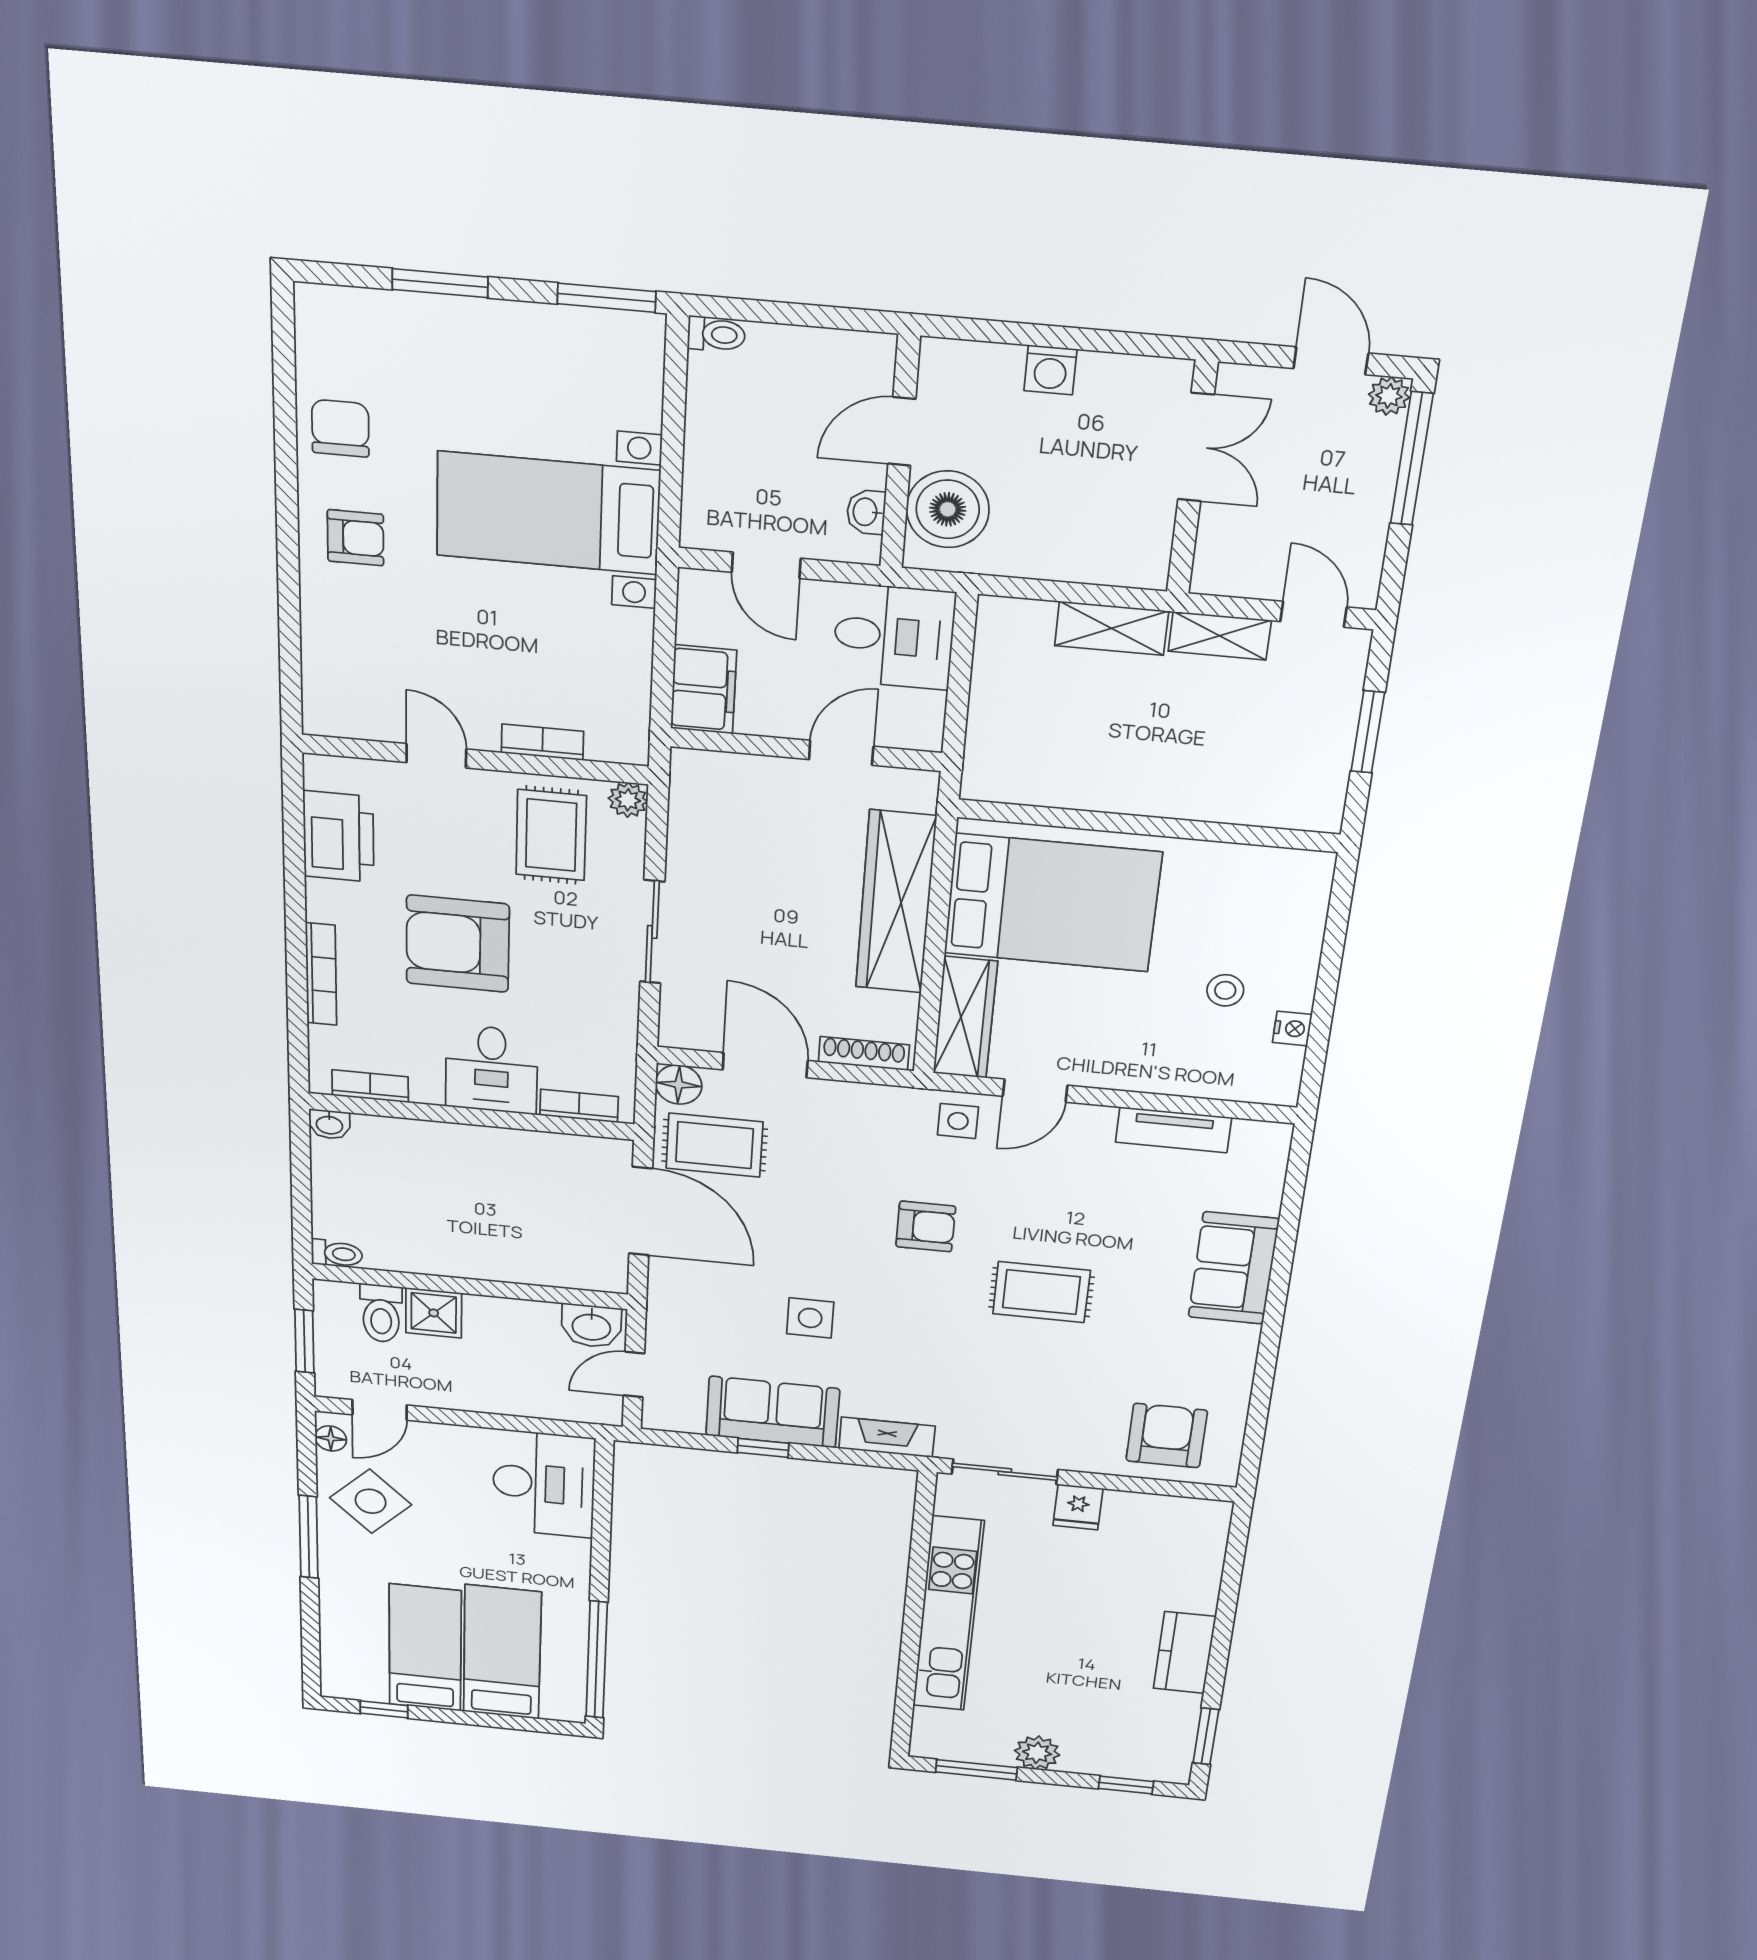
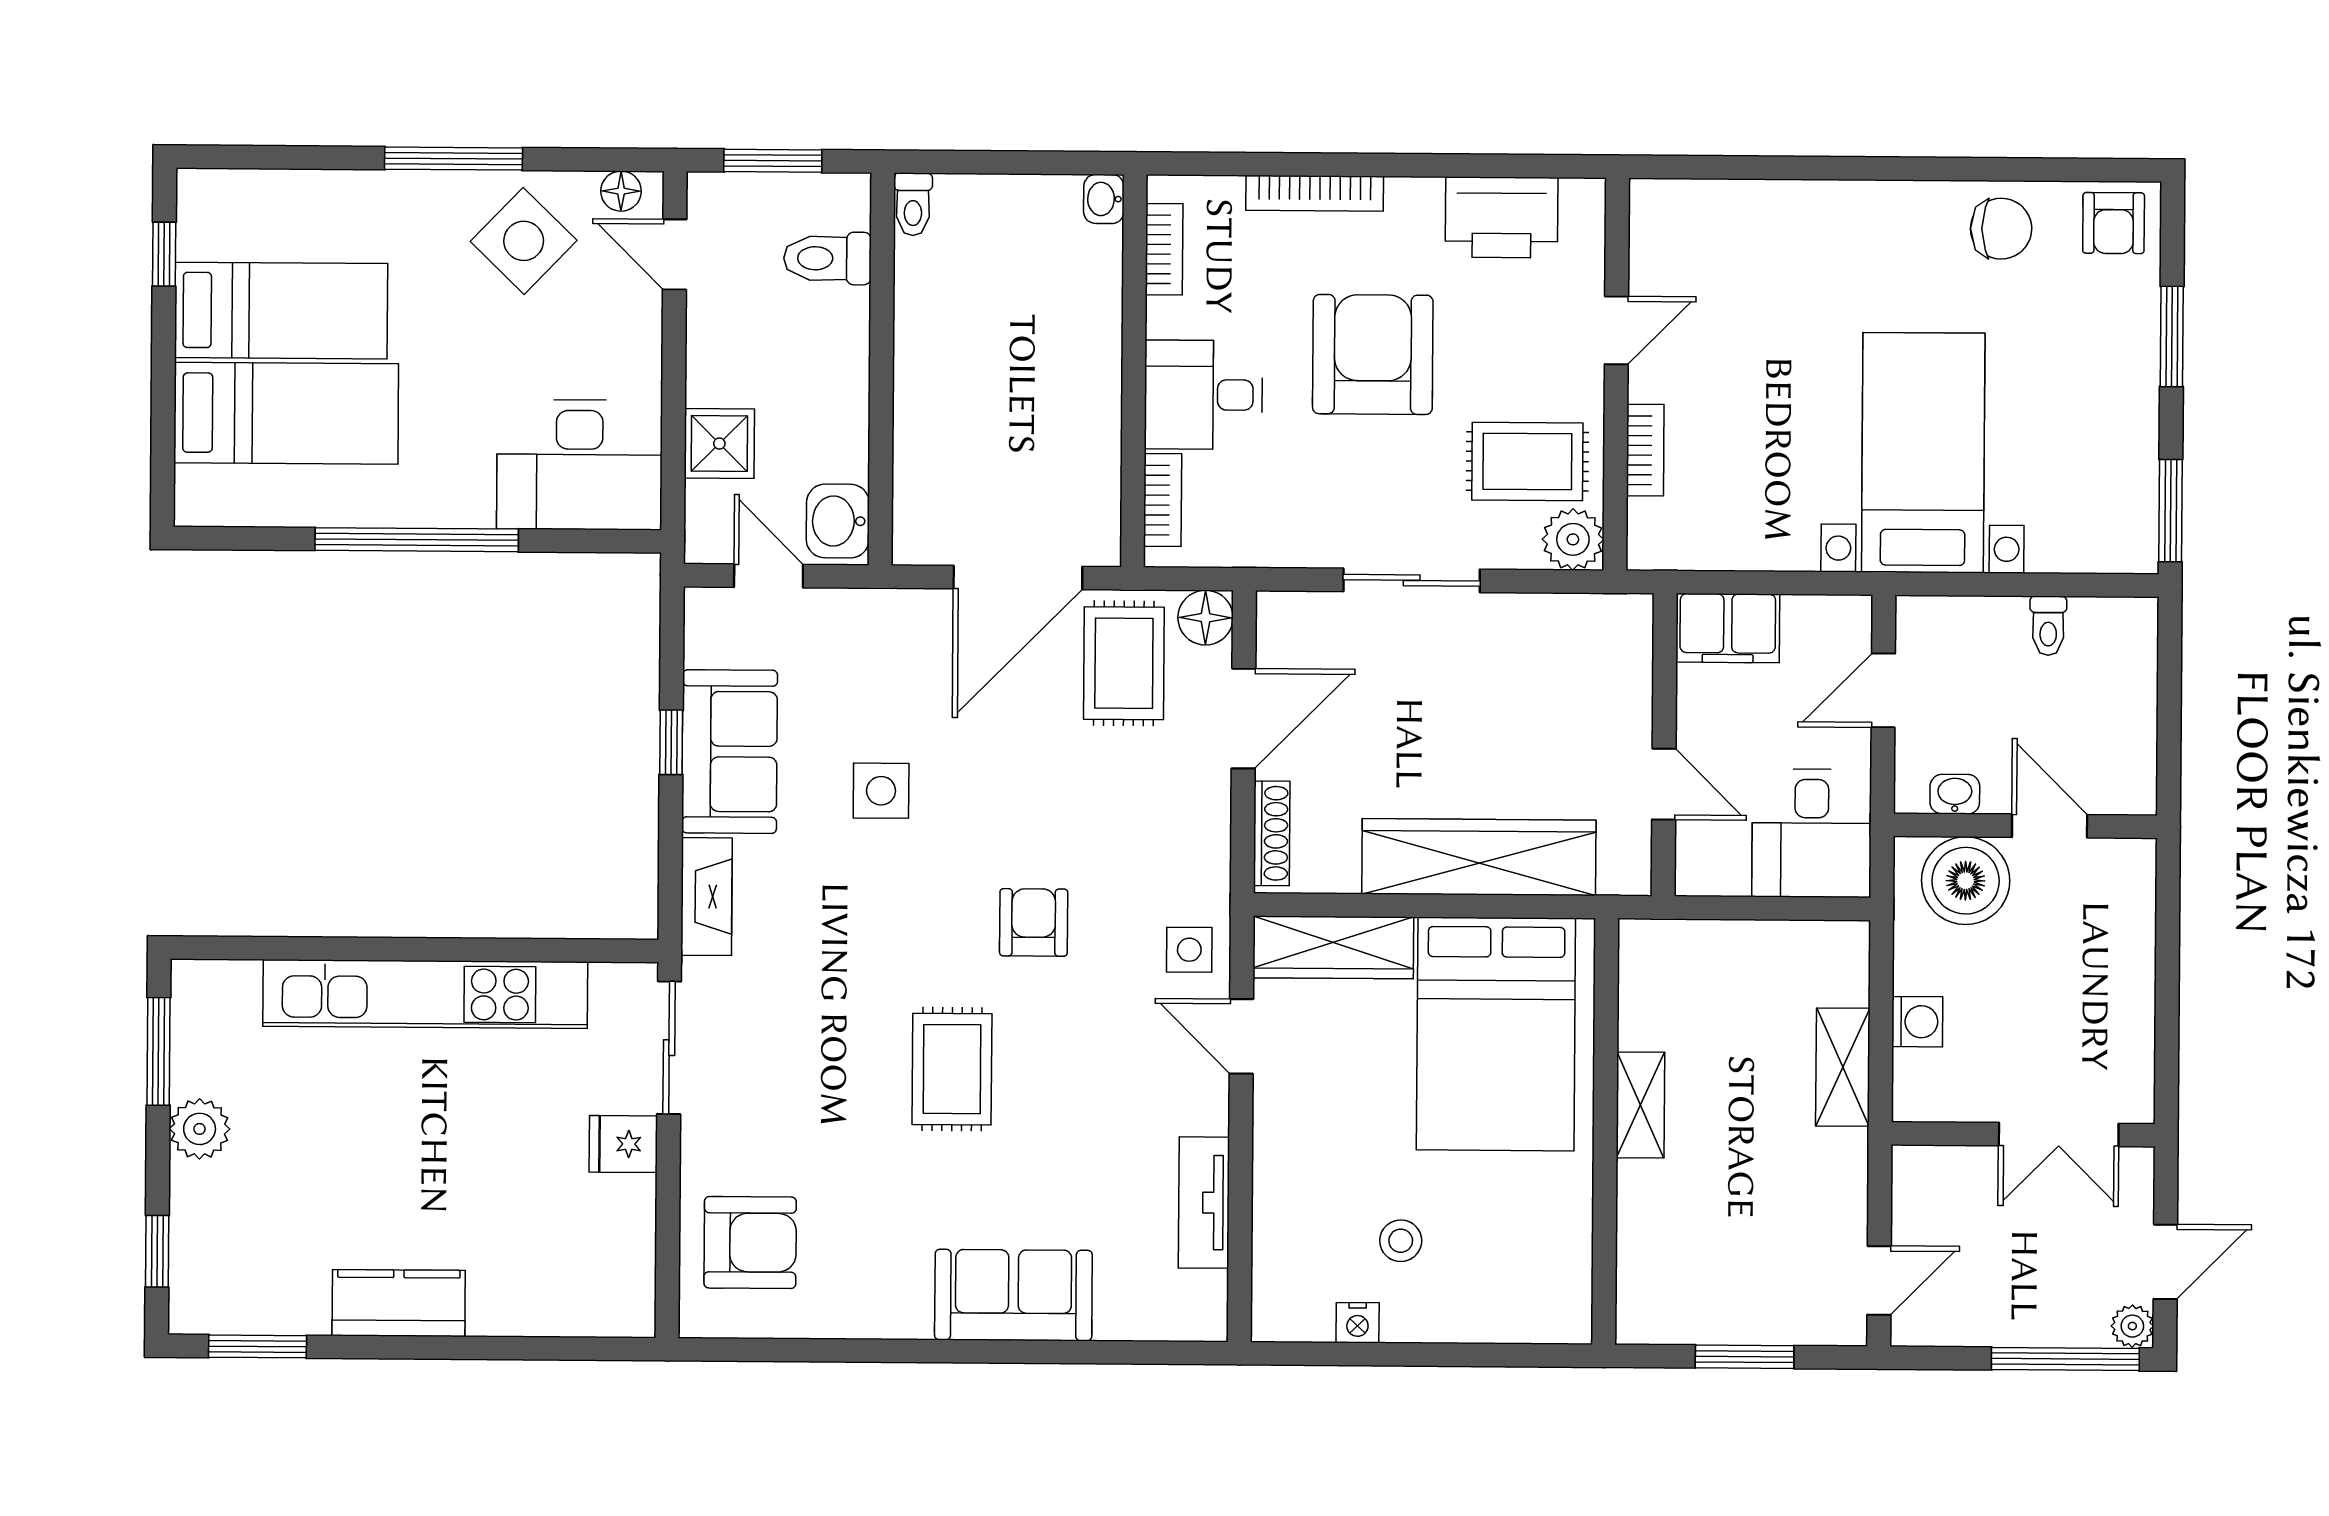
toilet: (716, 334) -> (2048, 626), moved
washing machine: (1050, 370) -> (1917, 1022), moved, turned 180
armchair: (356, 538) -> (2114, 223), moved
shelving: (1220, 636) -> (1641, 1105), moved
plant: (628, 800) -> (1573, 539), width x1.38, depth x1.38
armchair: (926, 1226) -> (1034, 922), turned 180
shower: (434, 1313) -> (719, 444), moved
window: (597, 1660) -> (417, 540), moved

